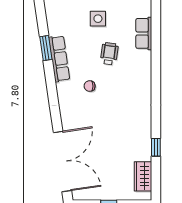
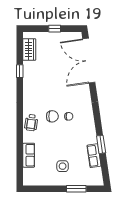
wheelchair: (109, 54) -> (31, 123), moved
row of seats: (59, 59) -> (94, 156), moved, width x0.68
chair: (112, 86) -> (52, 116), added

